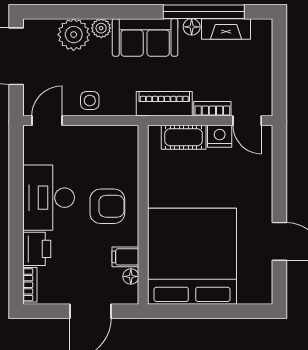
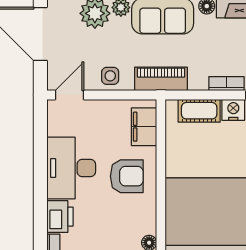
piano: (164, 104) -> (161, 79), moved
filing cabinet: (125, 257) -> (144, 127), moved, width x2.00

